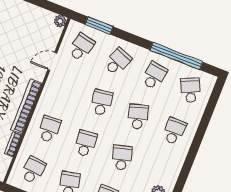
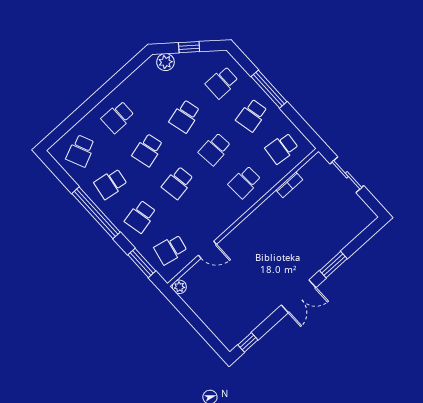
window: (176, 56) -> (96, 213), moved
school desk: (118, 62) -> (141, 217), turned -33
bookcase: (26, 106) -> (256, 217), removed

